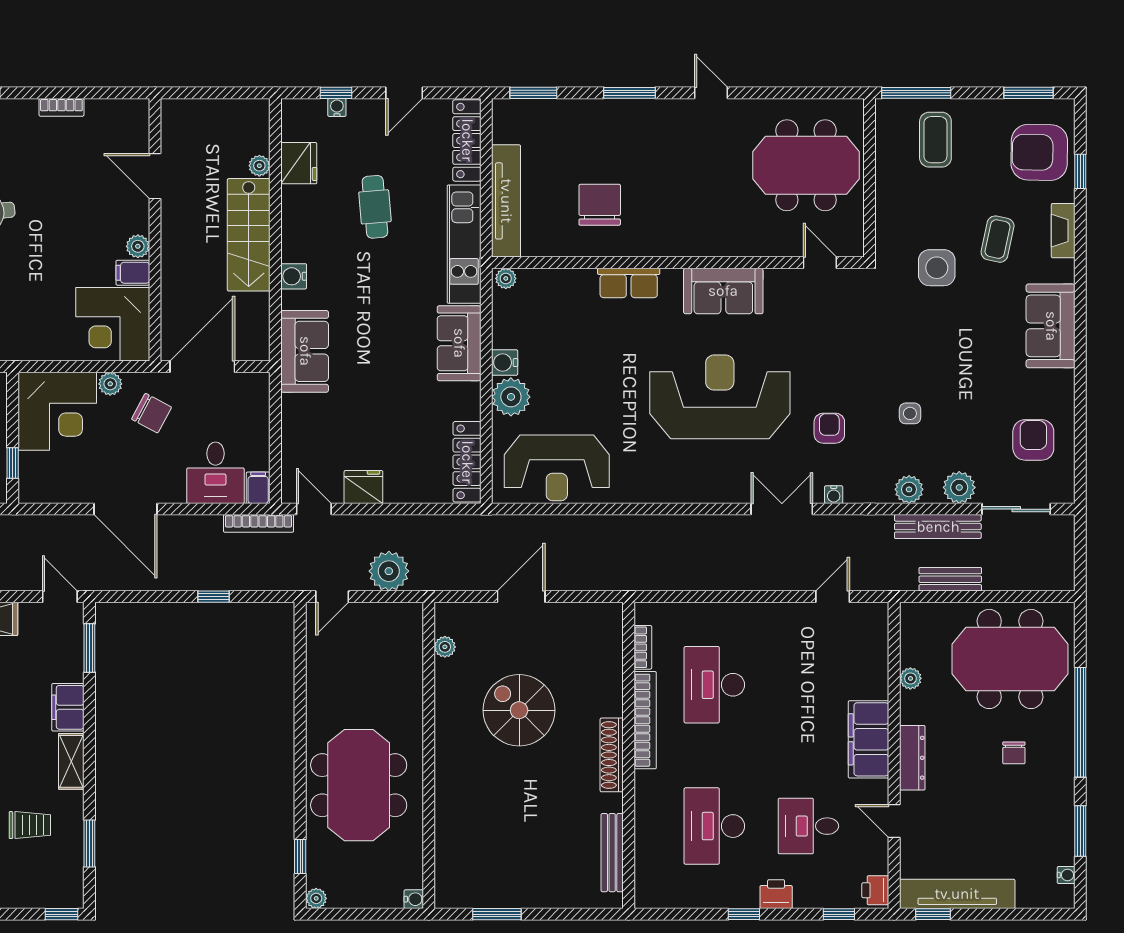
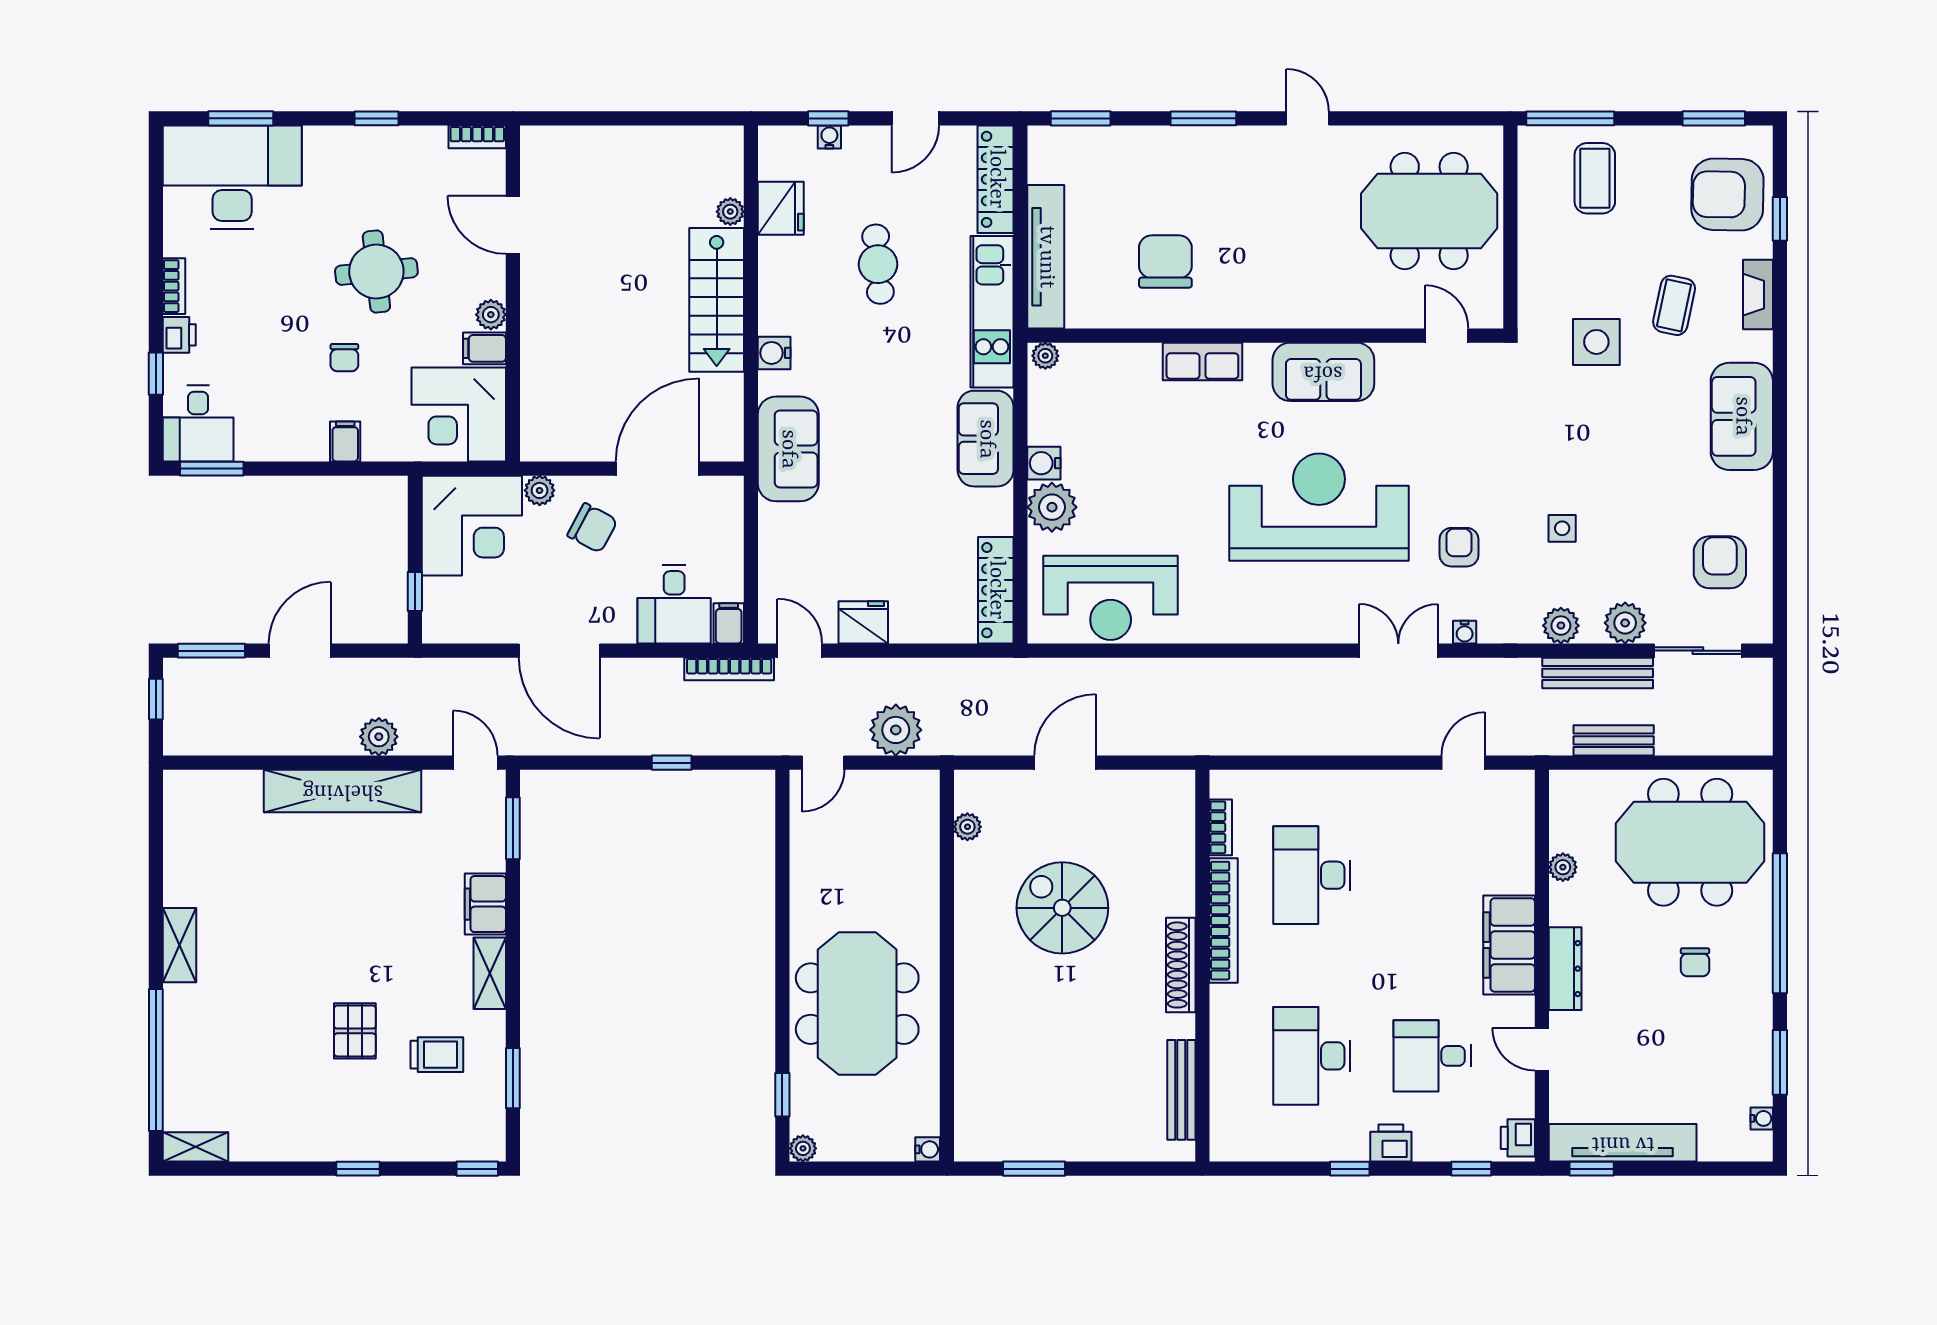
door: (155, 176) -> (513, 225), moved
wall: (155, 230) -> (513, 294), moved
plant: (138, 246) -> (491, 315), moved
filing cabinet: (133, 273) -> (484, 348), moved
corner desk: (113, 324) -> (459, 414), moved

